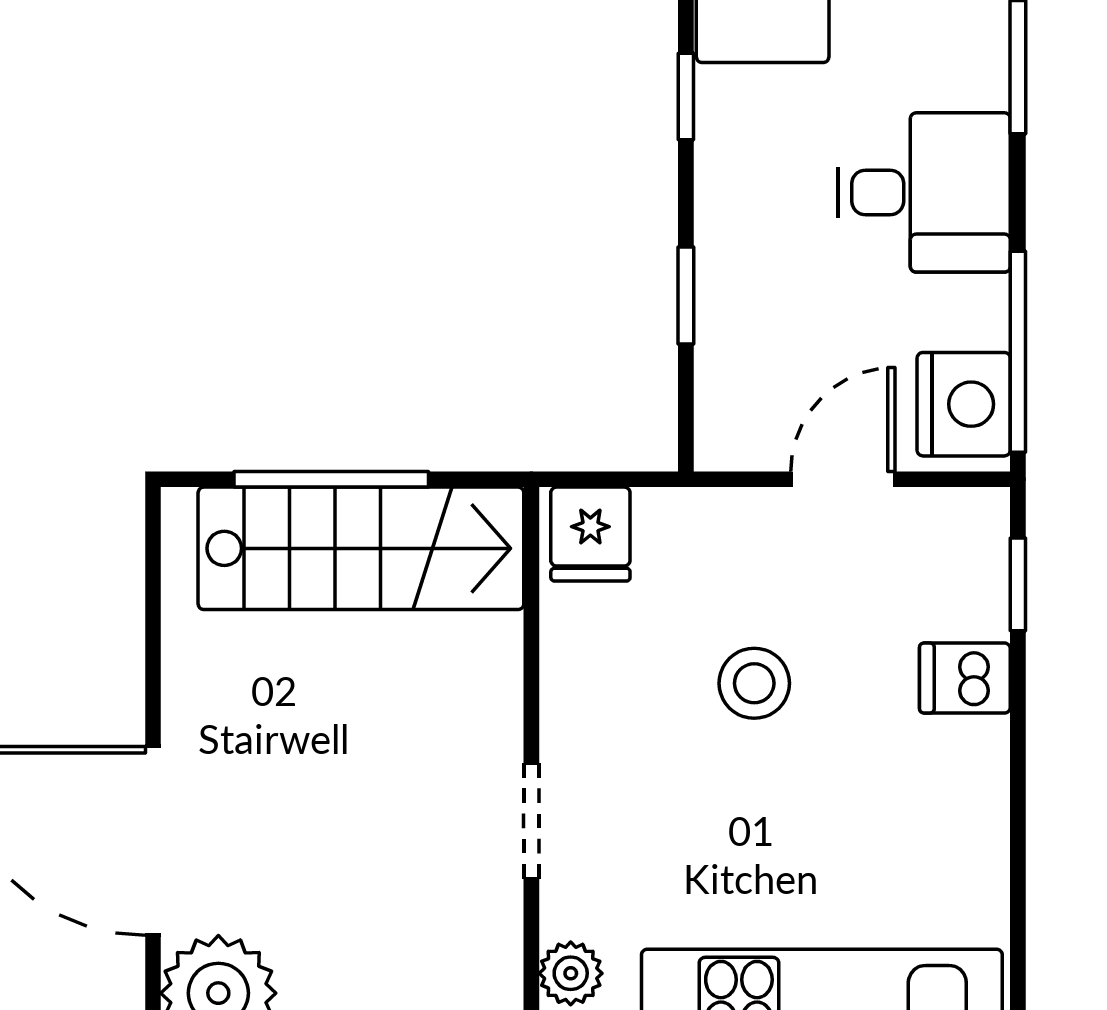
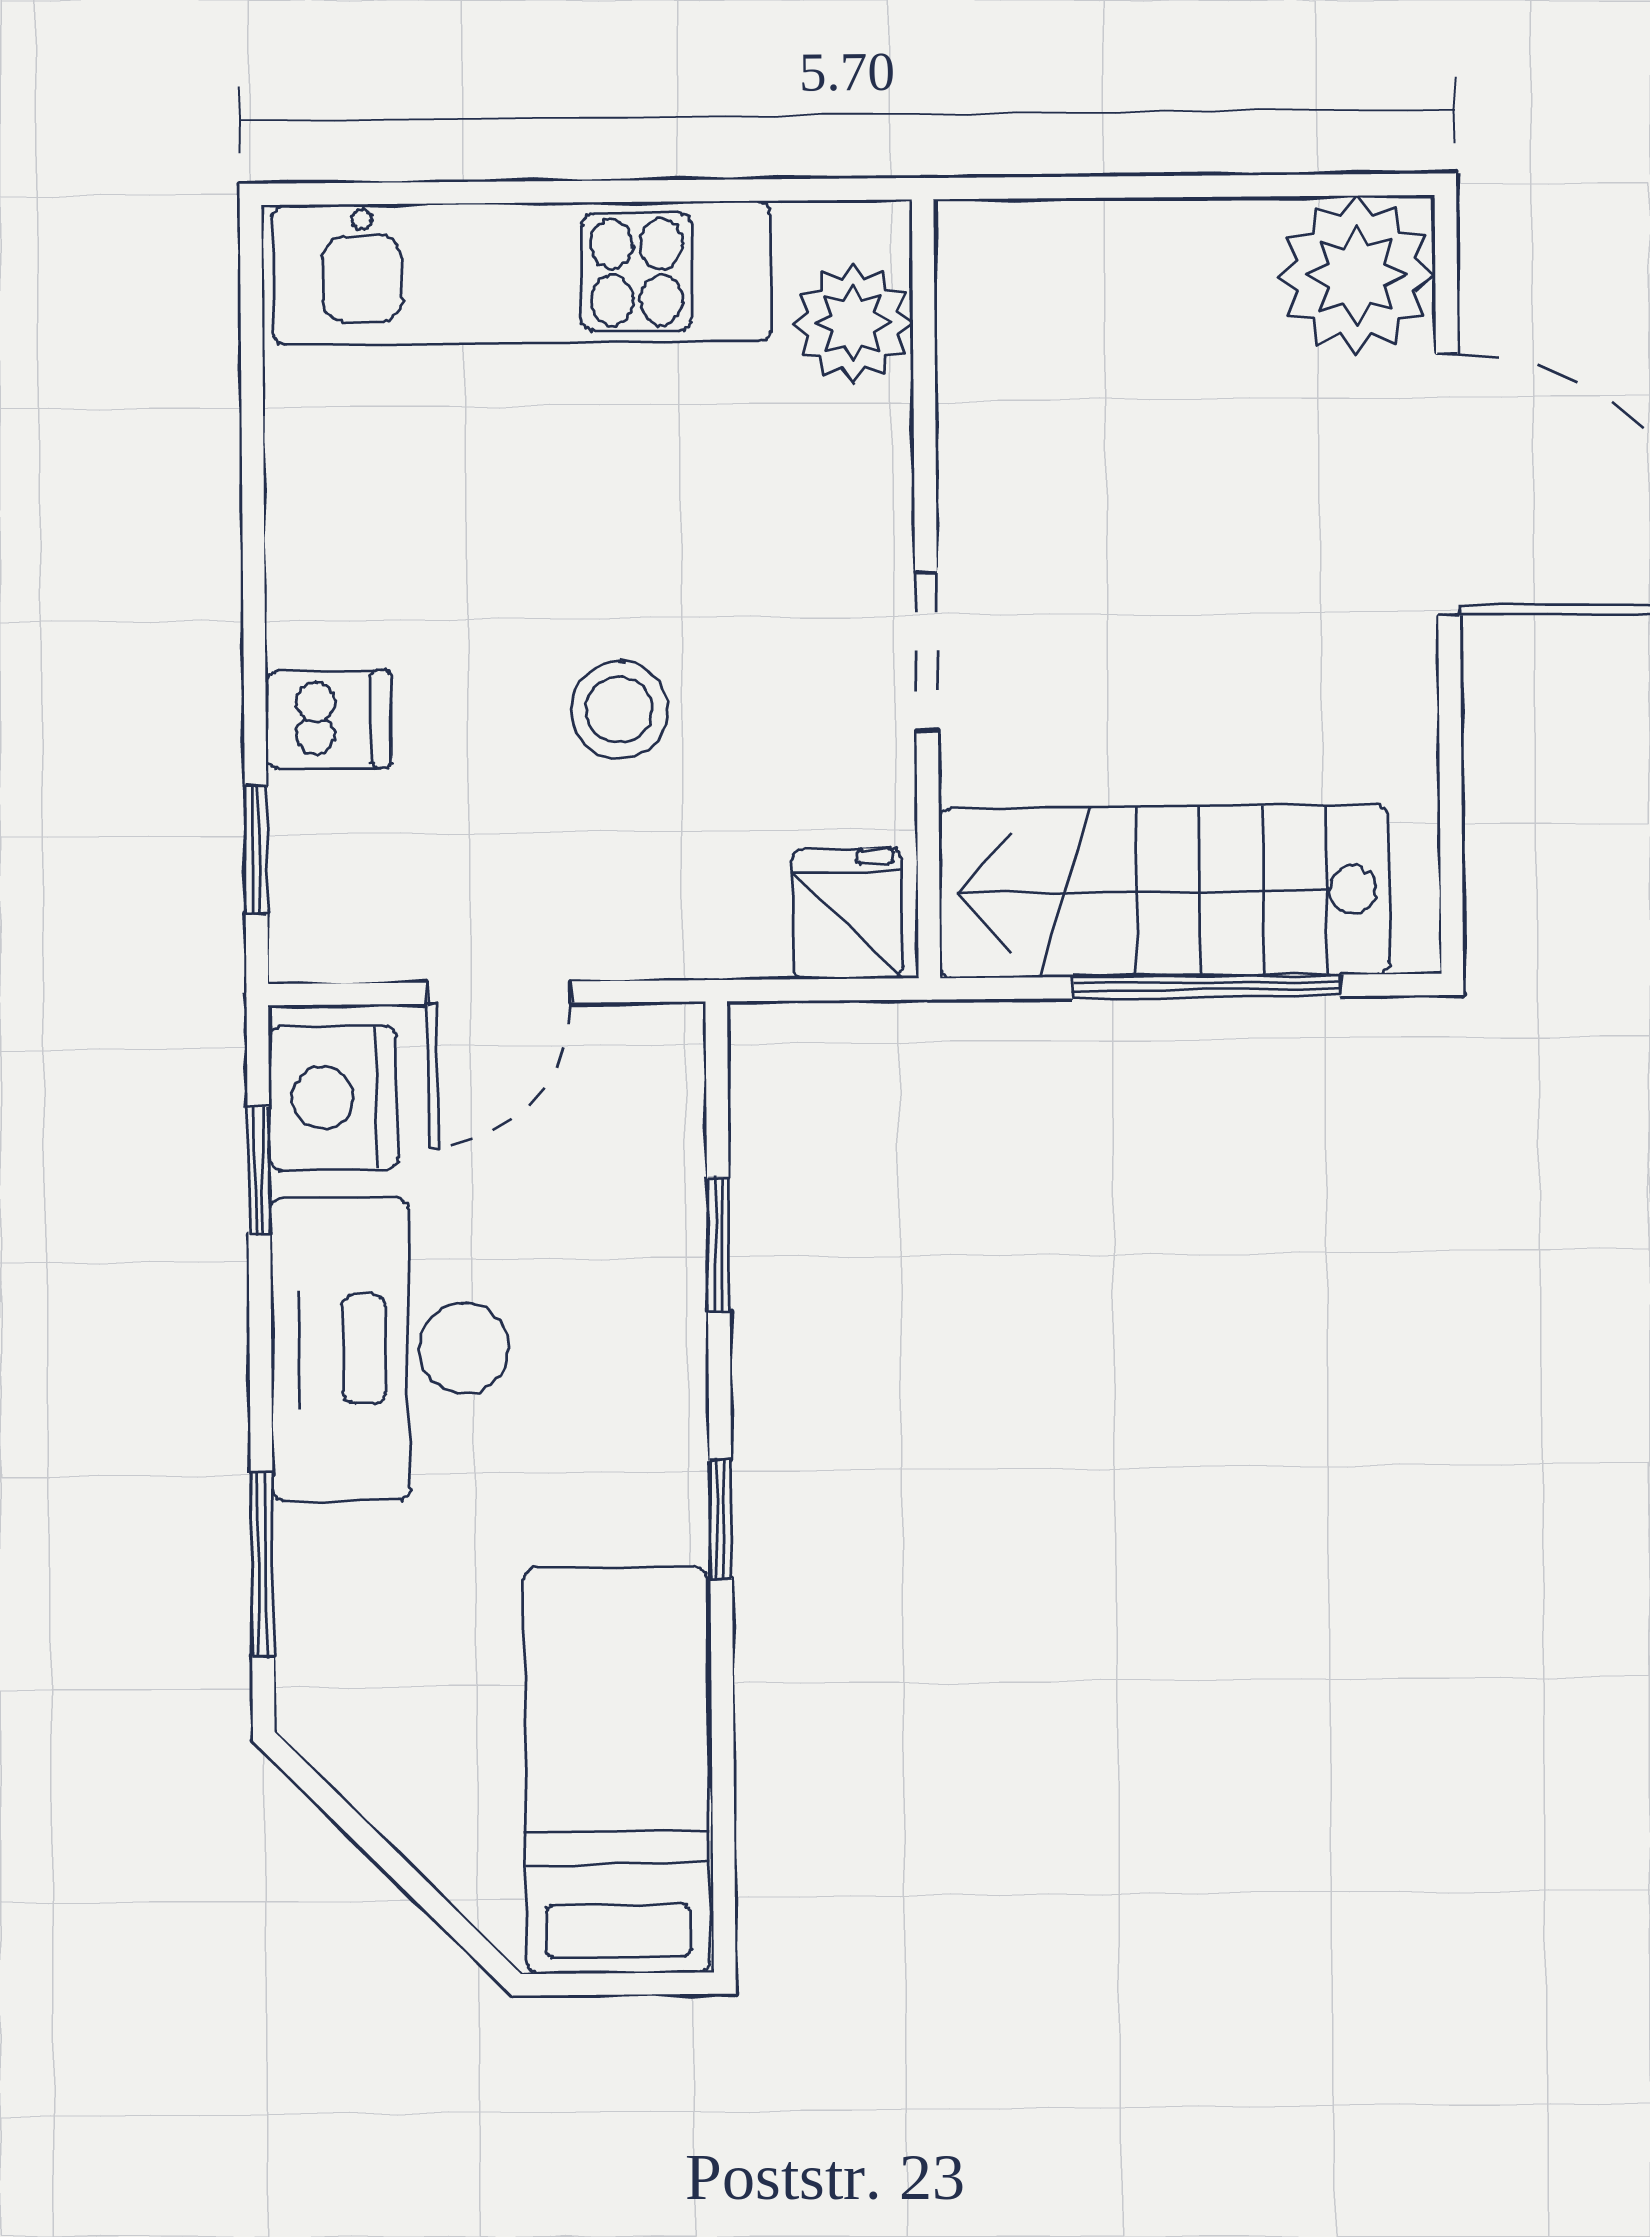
desk: (924, 192) -> (390, 1349), width x1.37
window: (1018, 352) -> (259, 1171), width x0.46
doorway: (531, 821) -> (927, 651), moved
plant: (571, 973) -> (853, 323), width x1.38, depth x1.38

